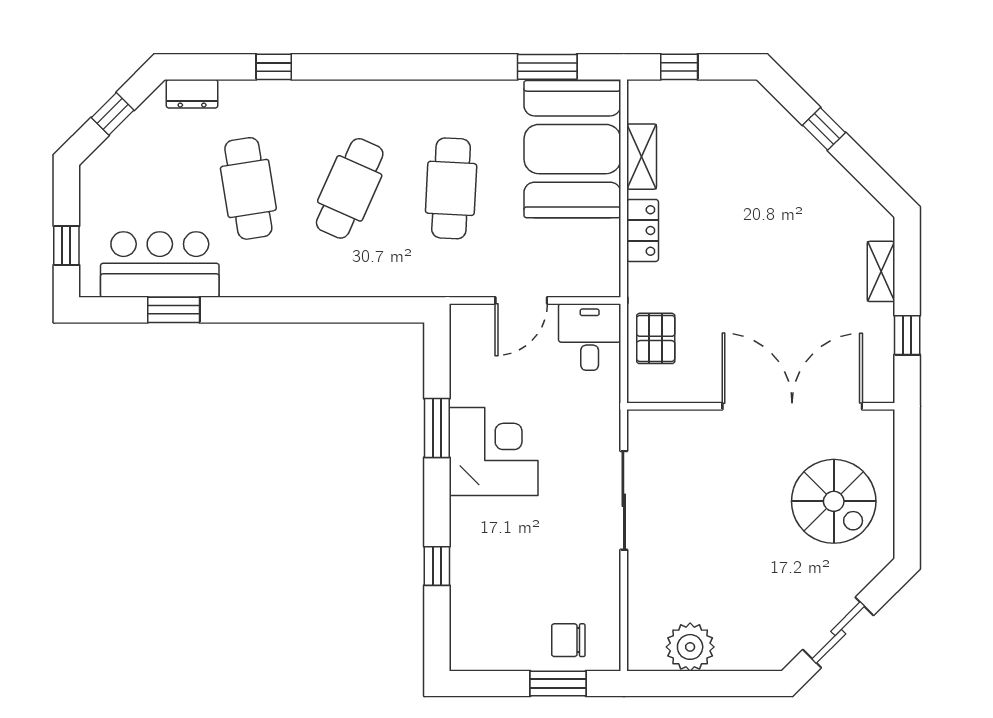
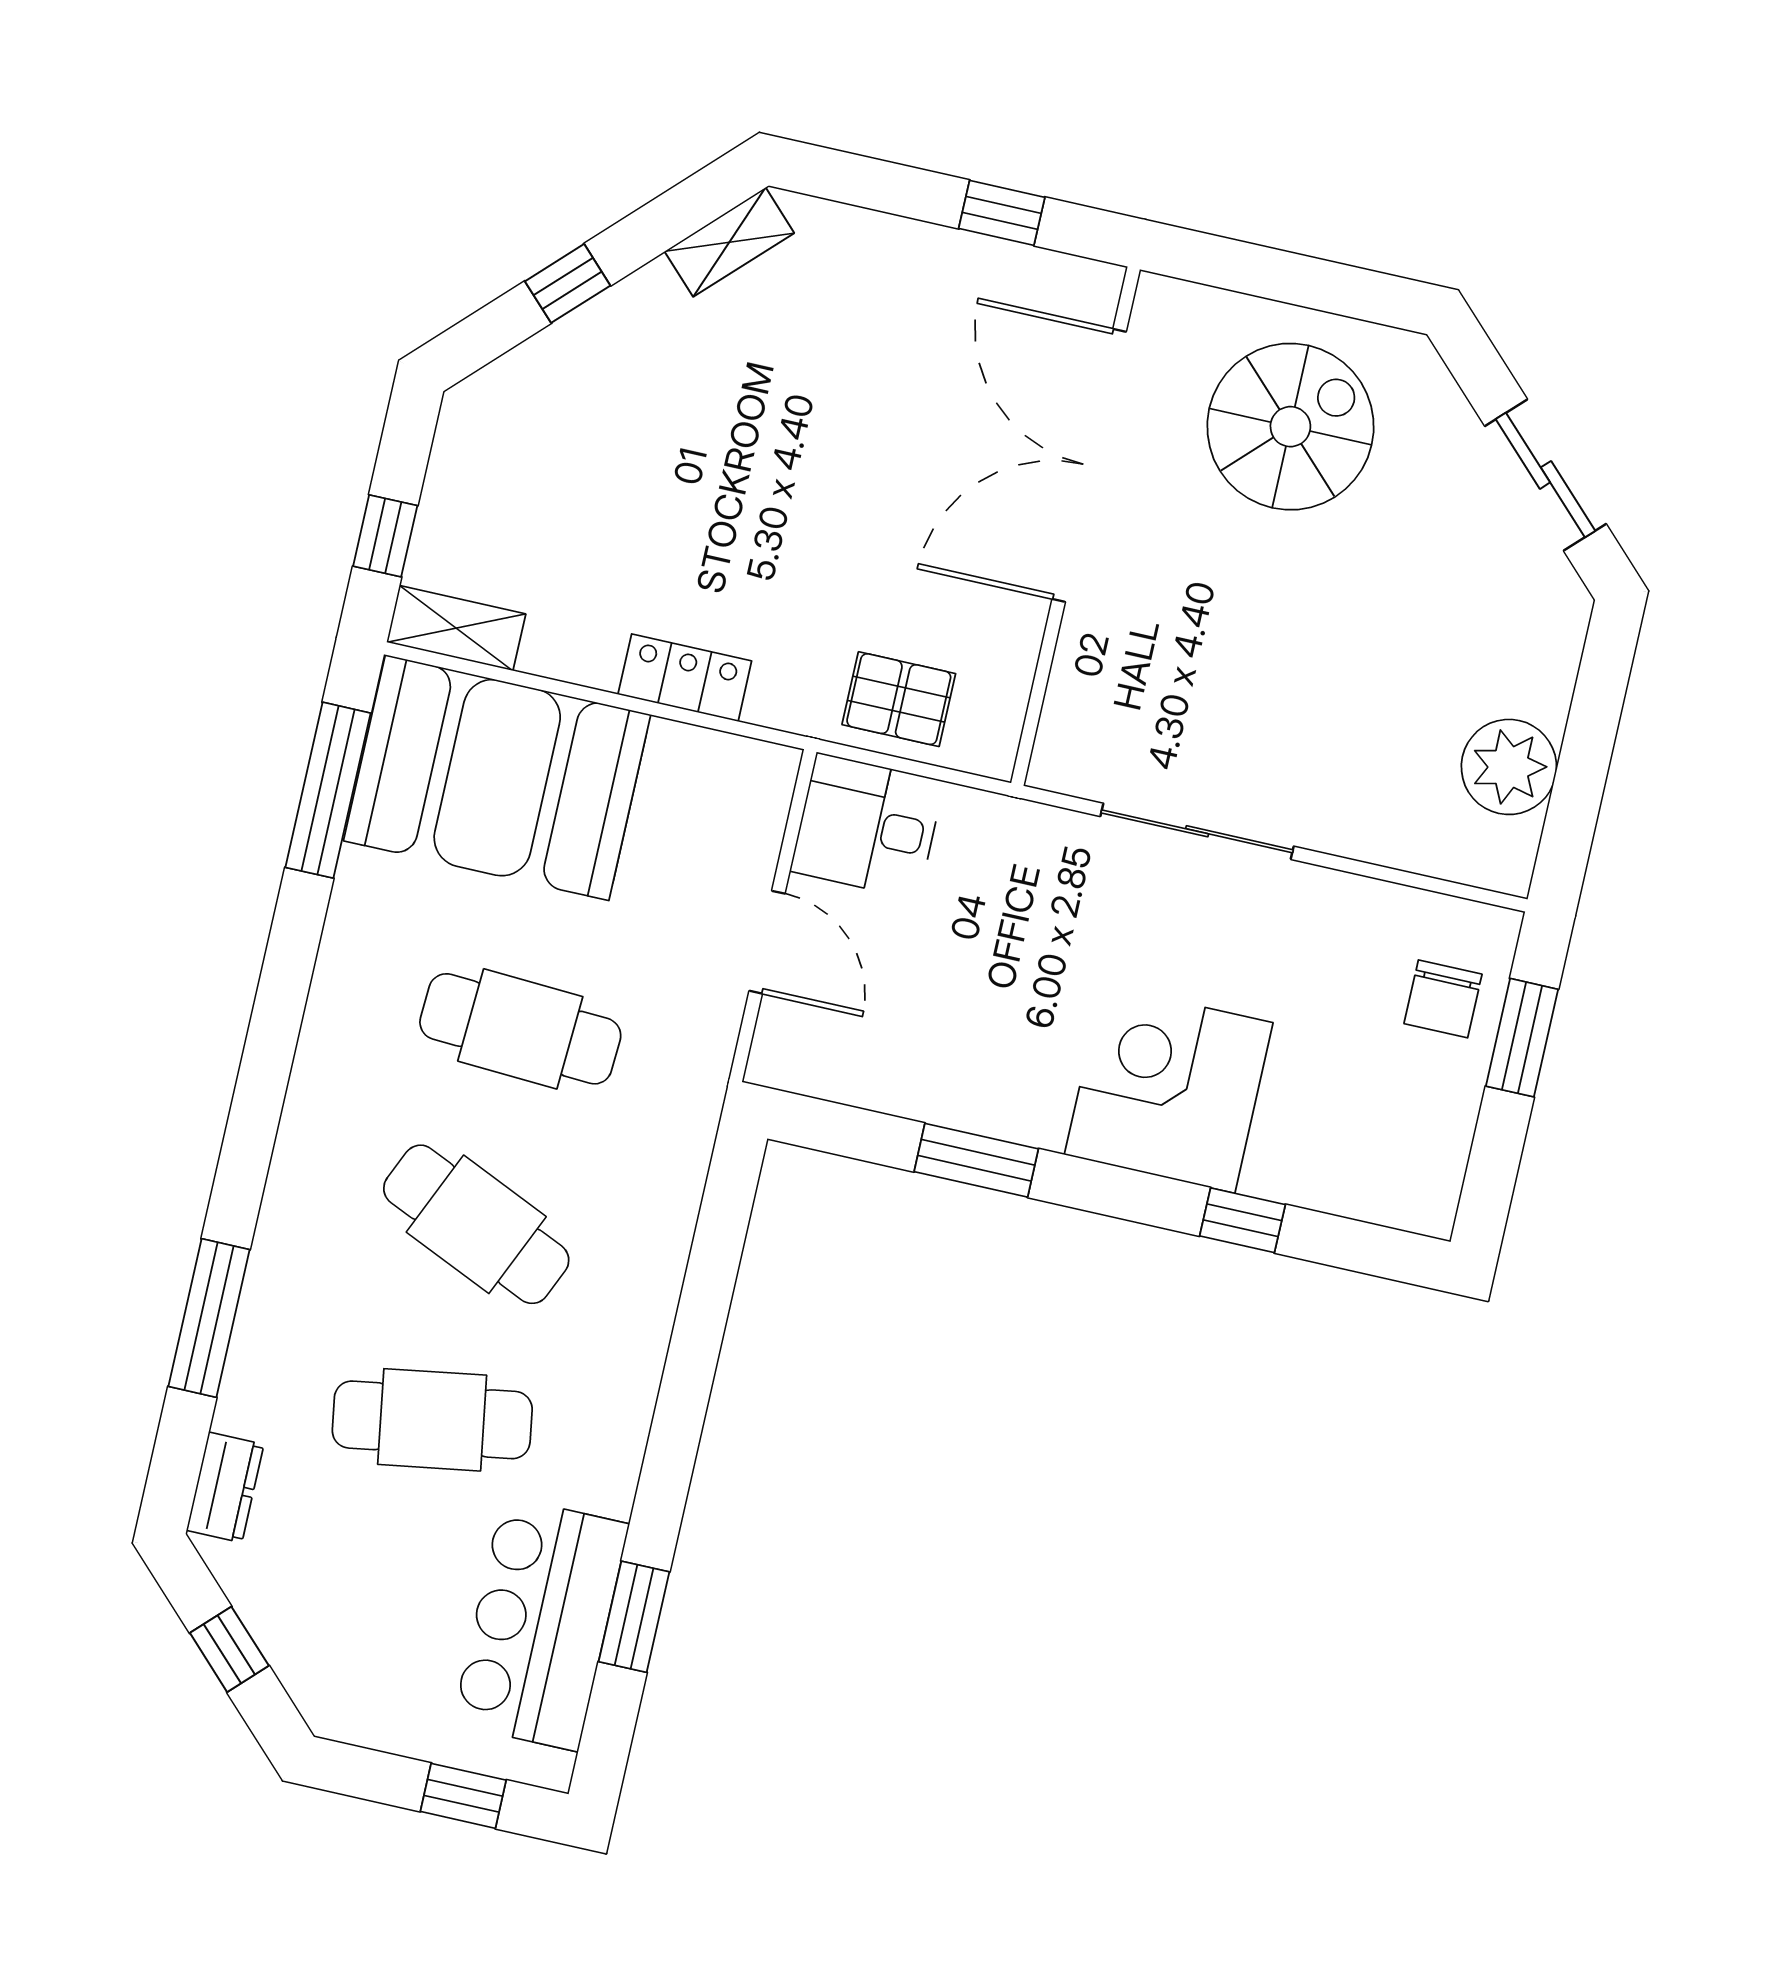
window: (274, 67) -> (209, 1318), width x2.17
window: (547, 67) -> (328, 790), width x1.44
shelving: (642, 157) -> (456, 628), moved
shelving: (881, 271) -> (729, 242), moved, turned -45
corner desk: (494, 451) -> (1169, 1089), moved

